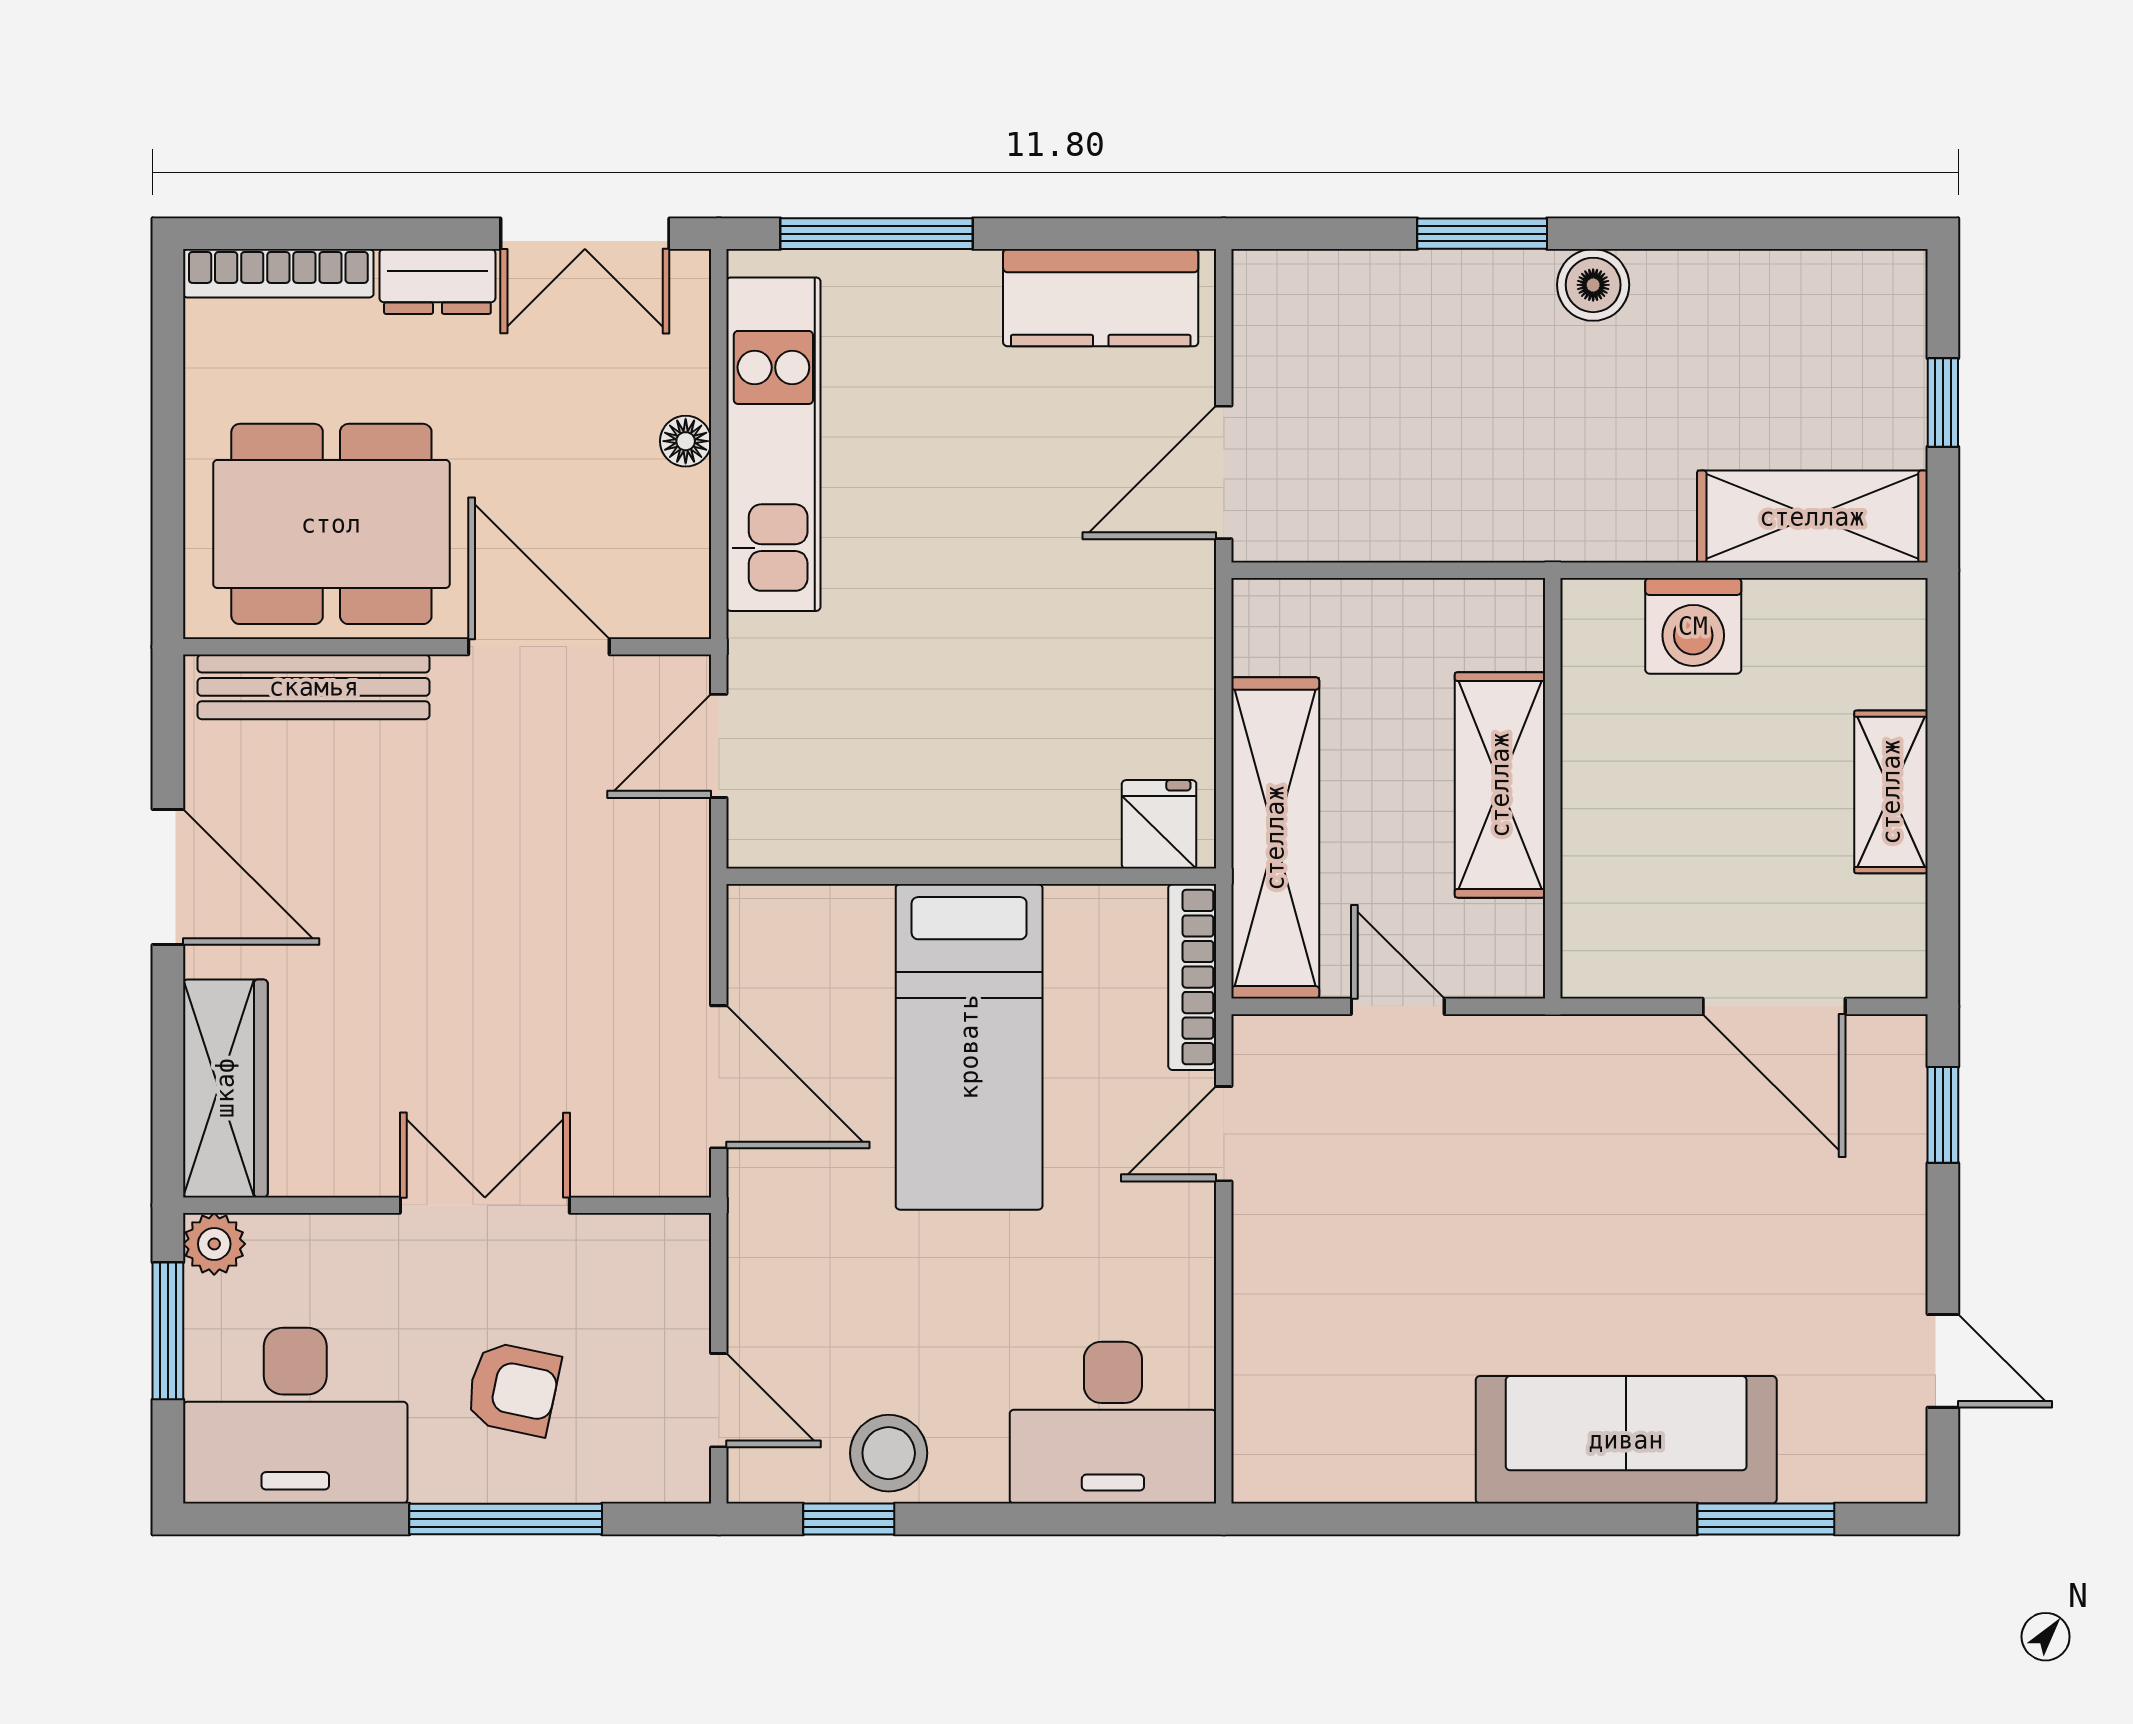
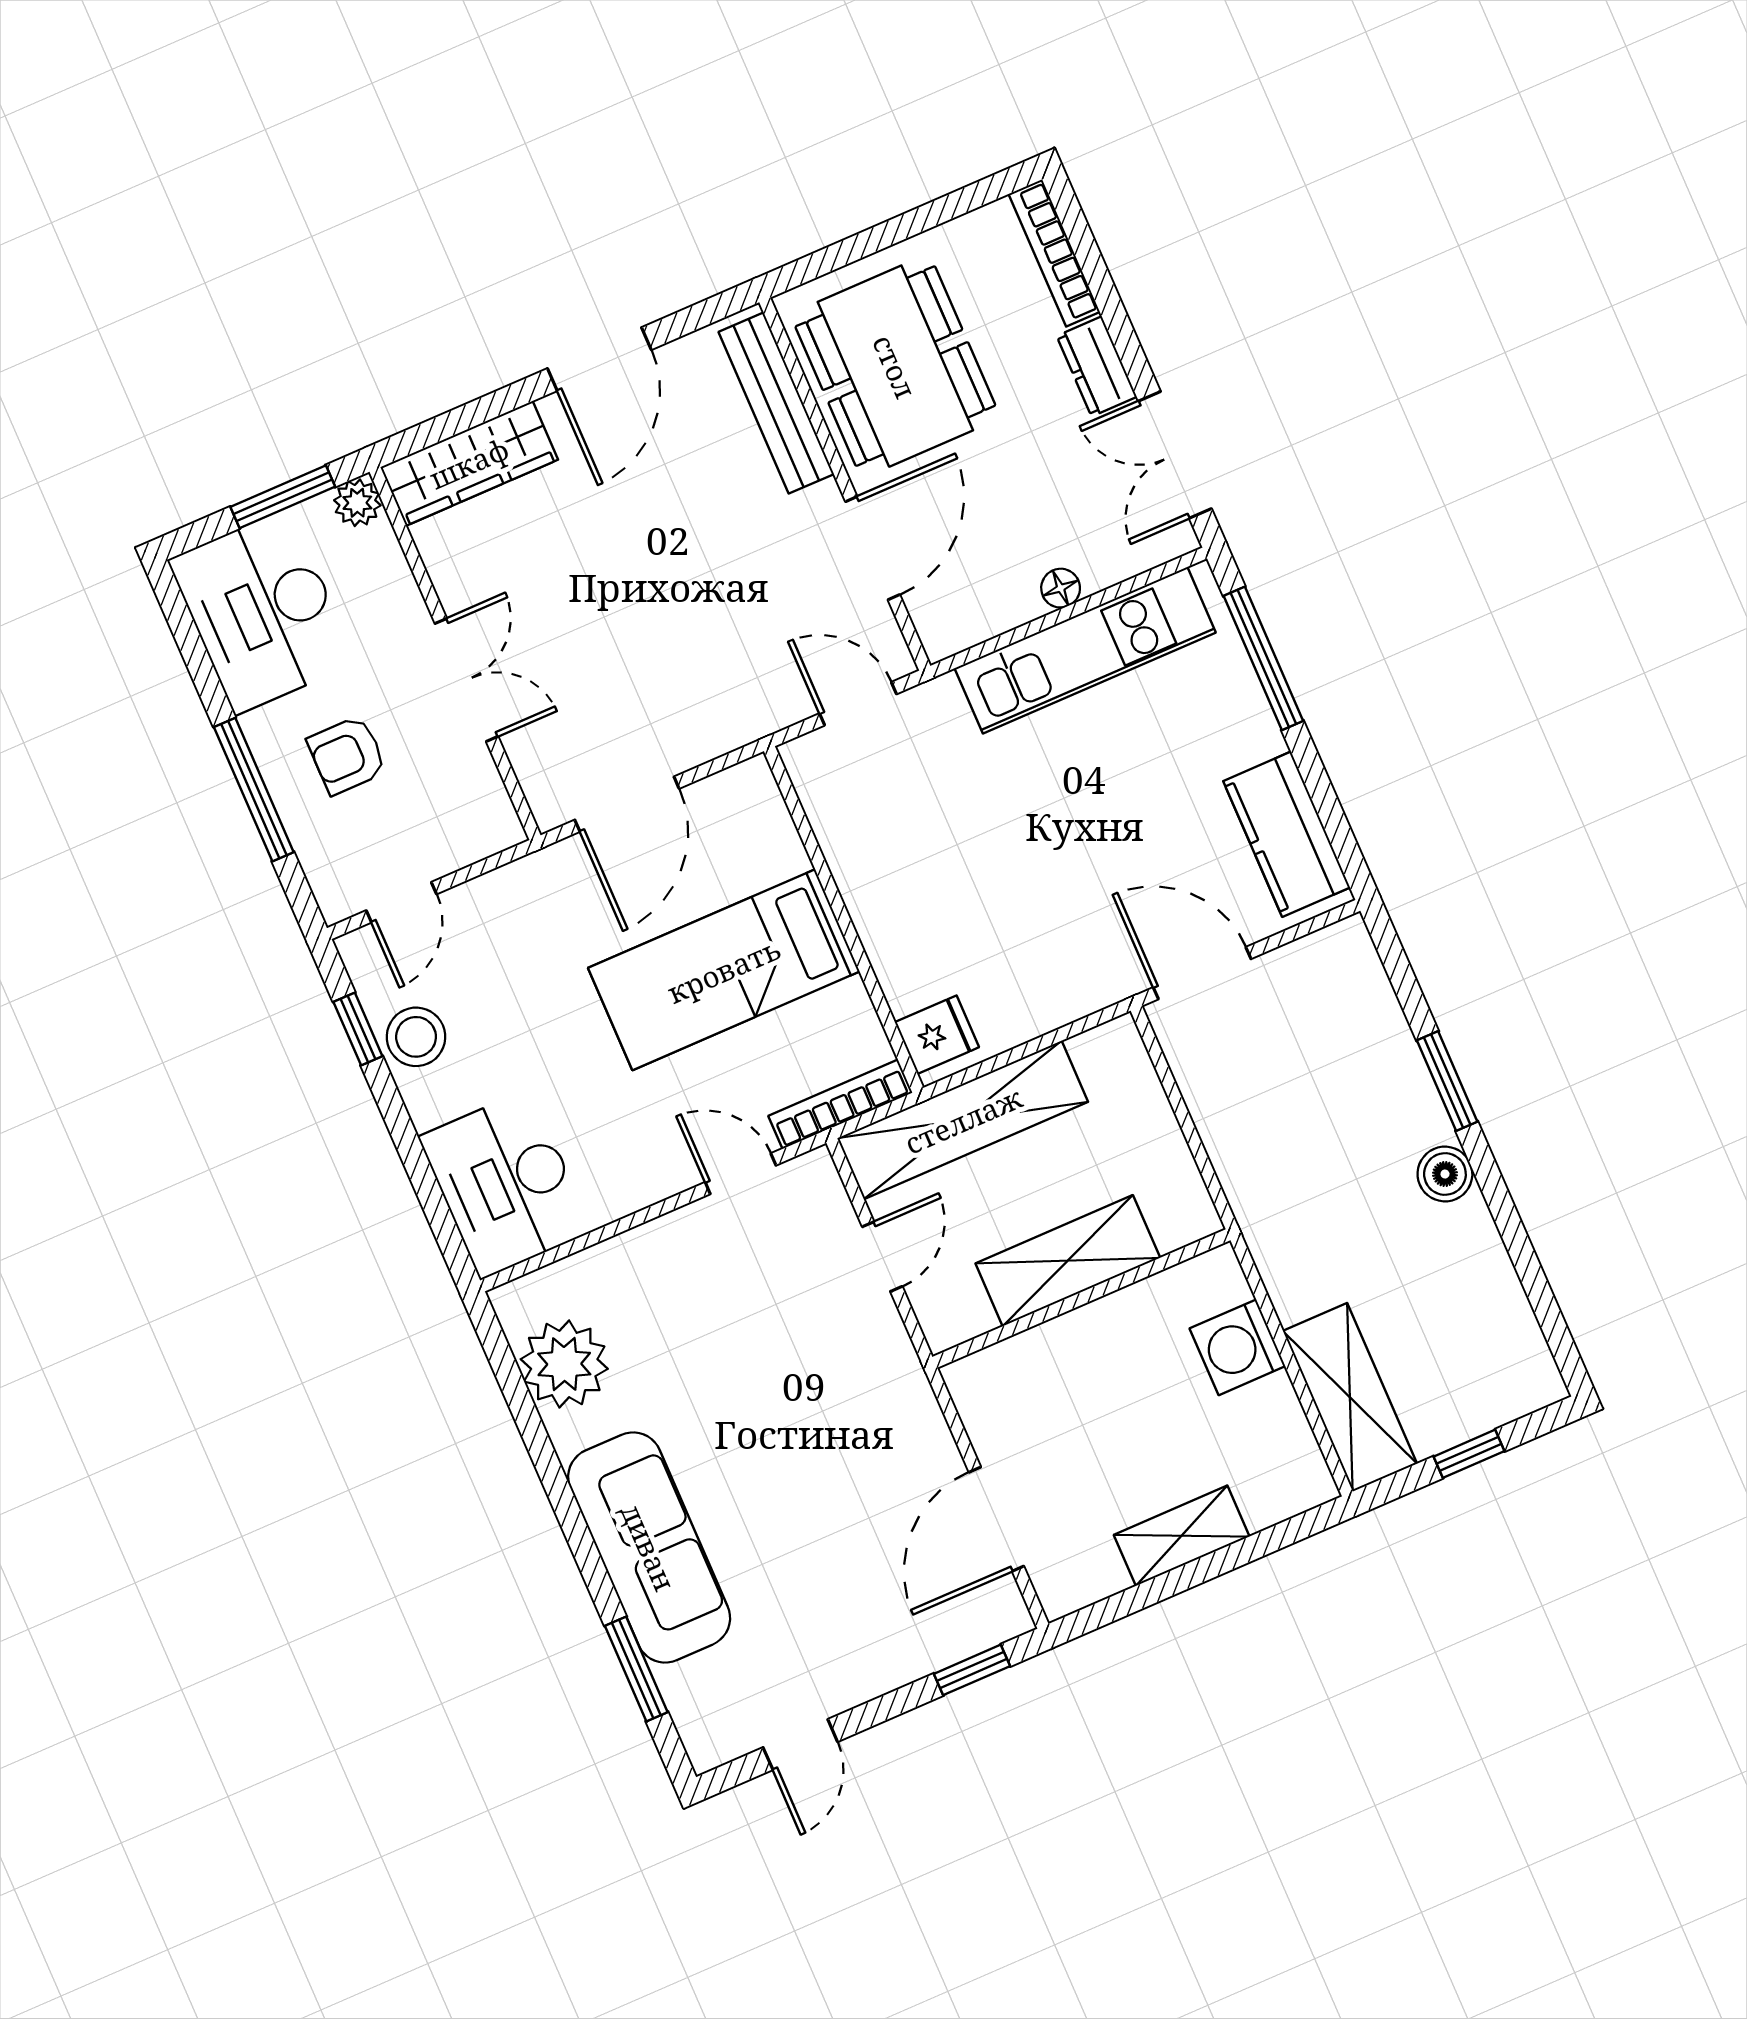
armchair: (513, 1389) -> (347, 755), turned 78
plant: (1361, 1446) -> (564, 1364), added

